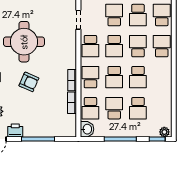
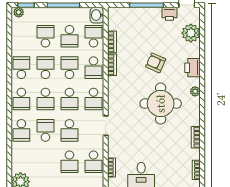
school desk: (90, 46) -> (93, 99), turned 180
school desk: (114, 46) -> (69, 99), turned 180
school desk: (162, 77) -> (21, 68), added

